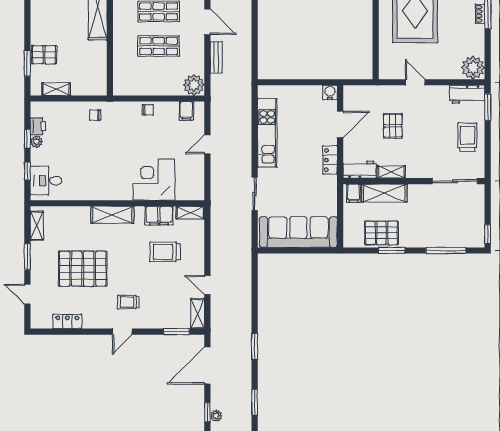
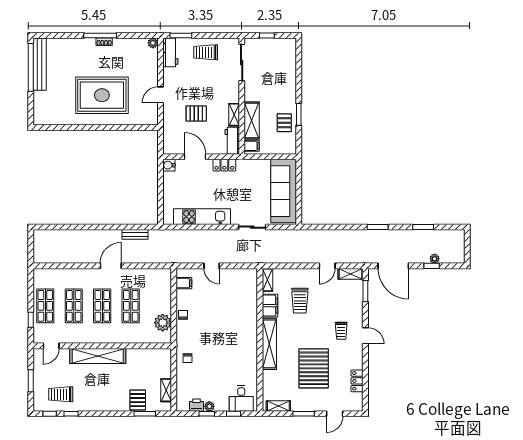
bench: (216, 57) -> (135, 234), moved
plant: (473, 68) -> (153, 43), width x0.53, depth x0.53
plant: (194, 85) -> (163, 323), moved
corner desk: (154, 180) -> (240, 310), removed
shelving: (112, 215) -> (269, 344), width x1.47
pallet: (381, 233) -> (284, 123), width x0.67, depth x0.71
window: (488, 234) -> (267, 35), moved
window: (446, 250) -> (299, 70), removed

